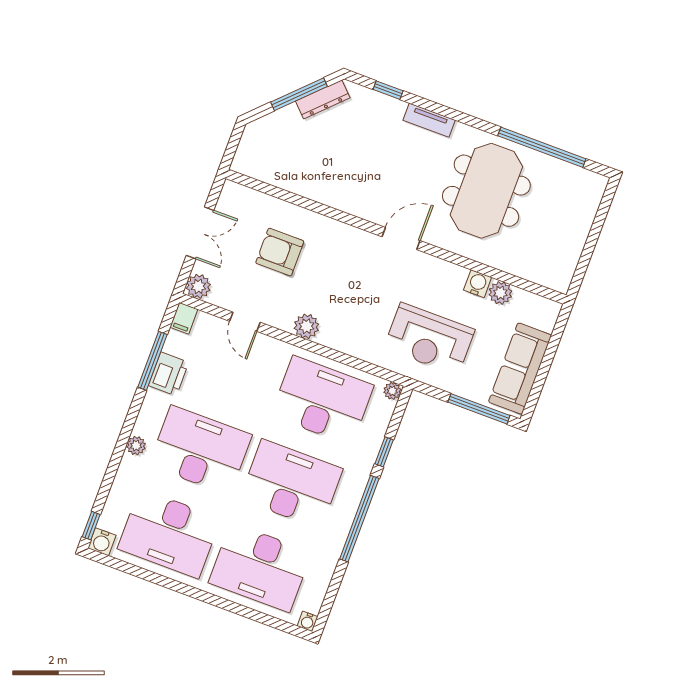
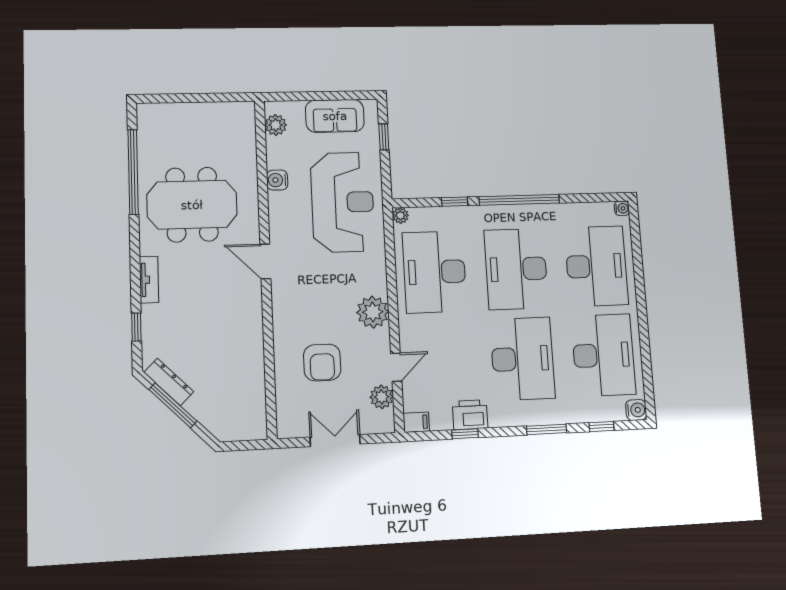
plant: (198, 286) -> (382, 397), moved
plant: (500, 293) -> (276, 125), moved
plant: (306, 326) -> (373, 312), width x1.36, depth x1.36
reception desk: (429, 339) -> (343, 202), width x1.36, depth x1.30
window: (152, 361) -> (465, 434), width x0.46
sofa: (520, 369) -> (335, 116), width x0.73
window: (479, 409) -> (384, 137), width x0.46
window: (122, 443) -> (547, 429), added
plant: (136, 446) -> (543, 416), removed
desk: (200, 450) -> (522, 359), turned 180
window: (91, 526) -> (601, 427), moved

